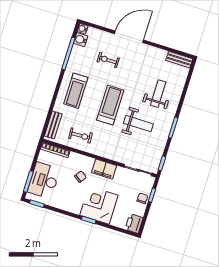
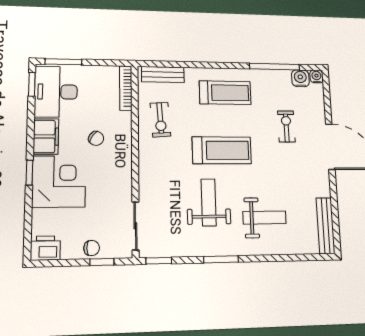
bench: (179, 60) -> (326, 226), width x1.36
treadmill: (76, 91) -> (225, 93), turned 180
weight bench: (138, 124) -> (209, 202), turned 180
filing cabinet: (104, 169) -> (46, 136), moved, turned 180
desk: (44, 180) -> (56, 92), moved, turned -90

